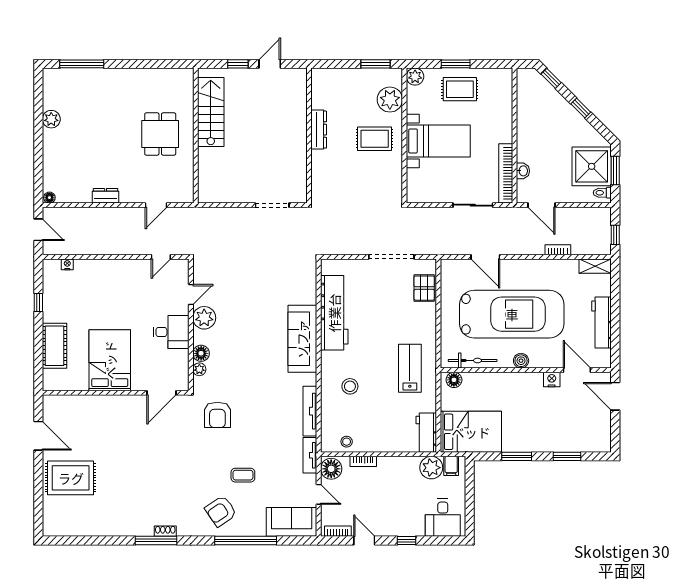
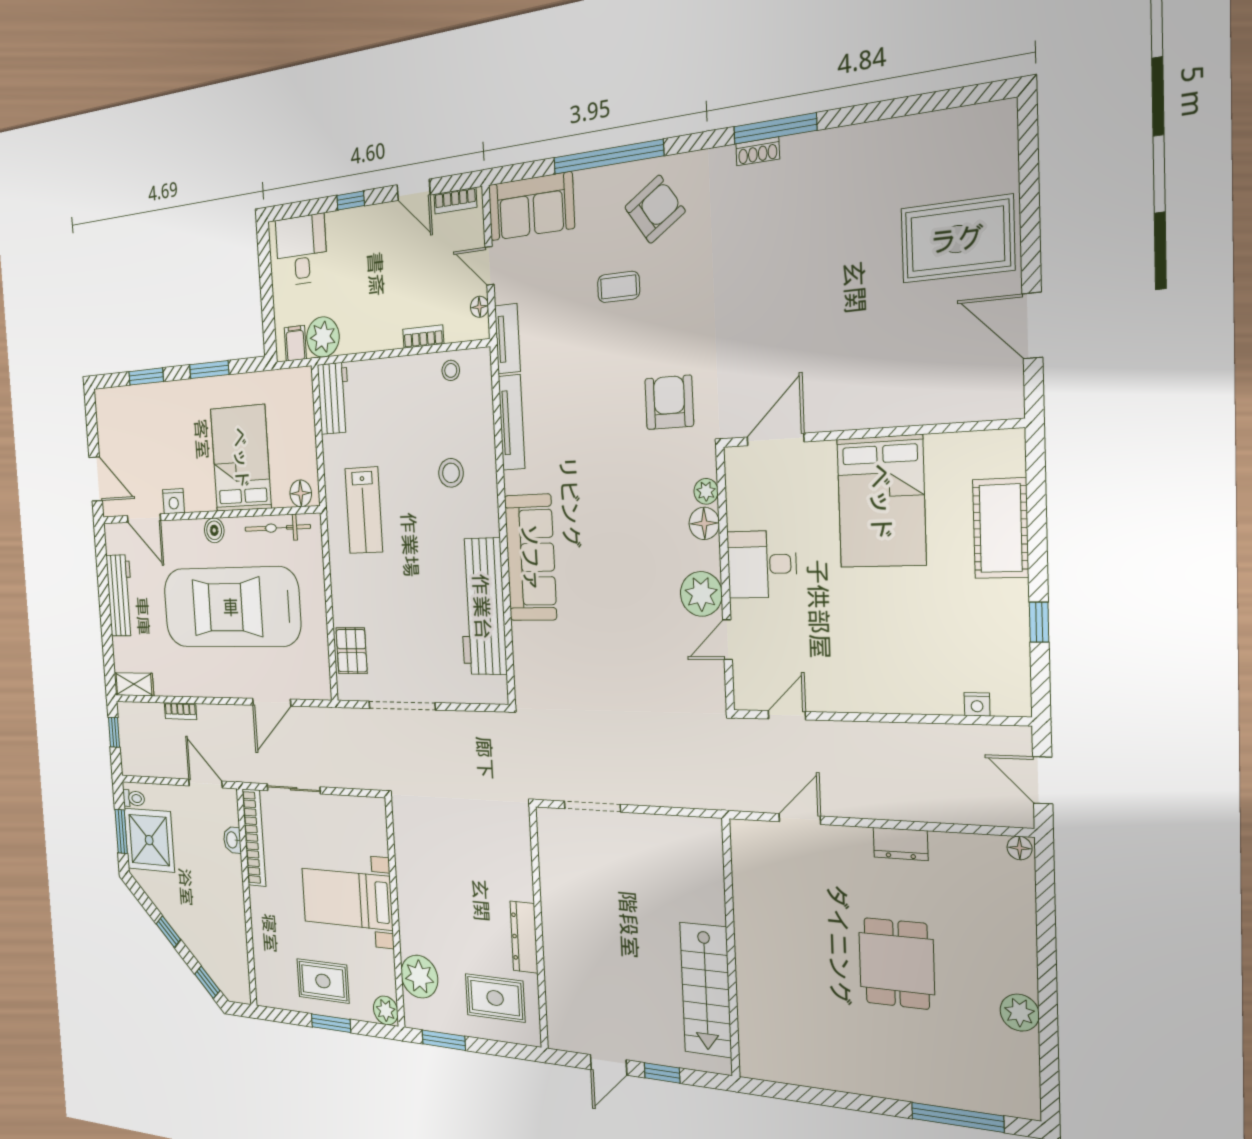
dining table: (160, 134) -> (897, 963), moved
rug: (375, 139) -> (495, 998), moved
door: (485, 257) -> (272, 702), swing flipped
bed: (471, 432) -> (241, 458), moved, turned 90
floor lamp: (331, 469) -> (479, 307), width x0.53, depth x0.53

